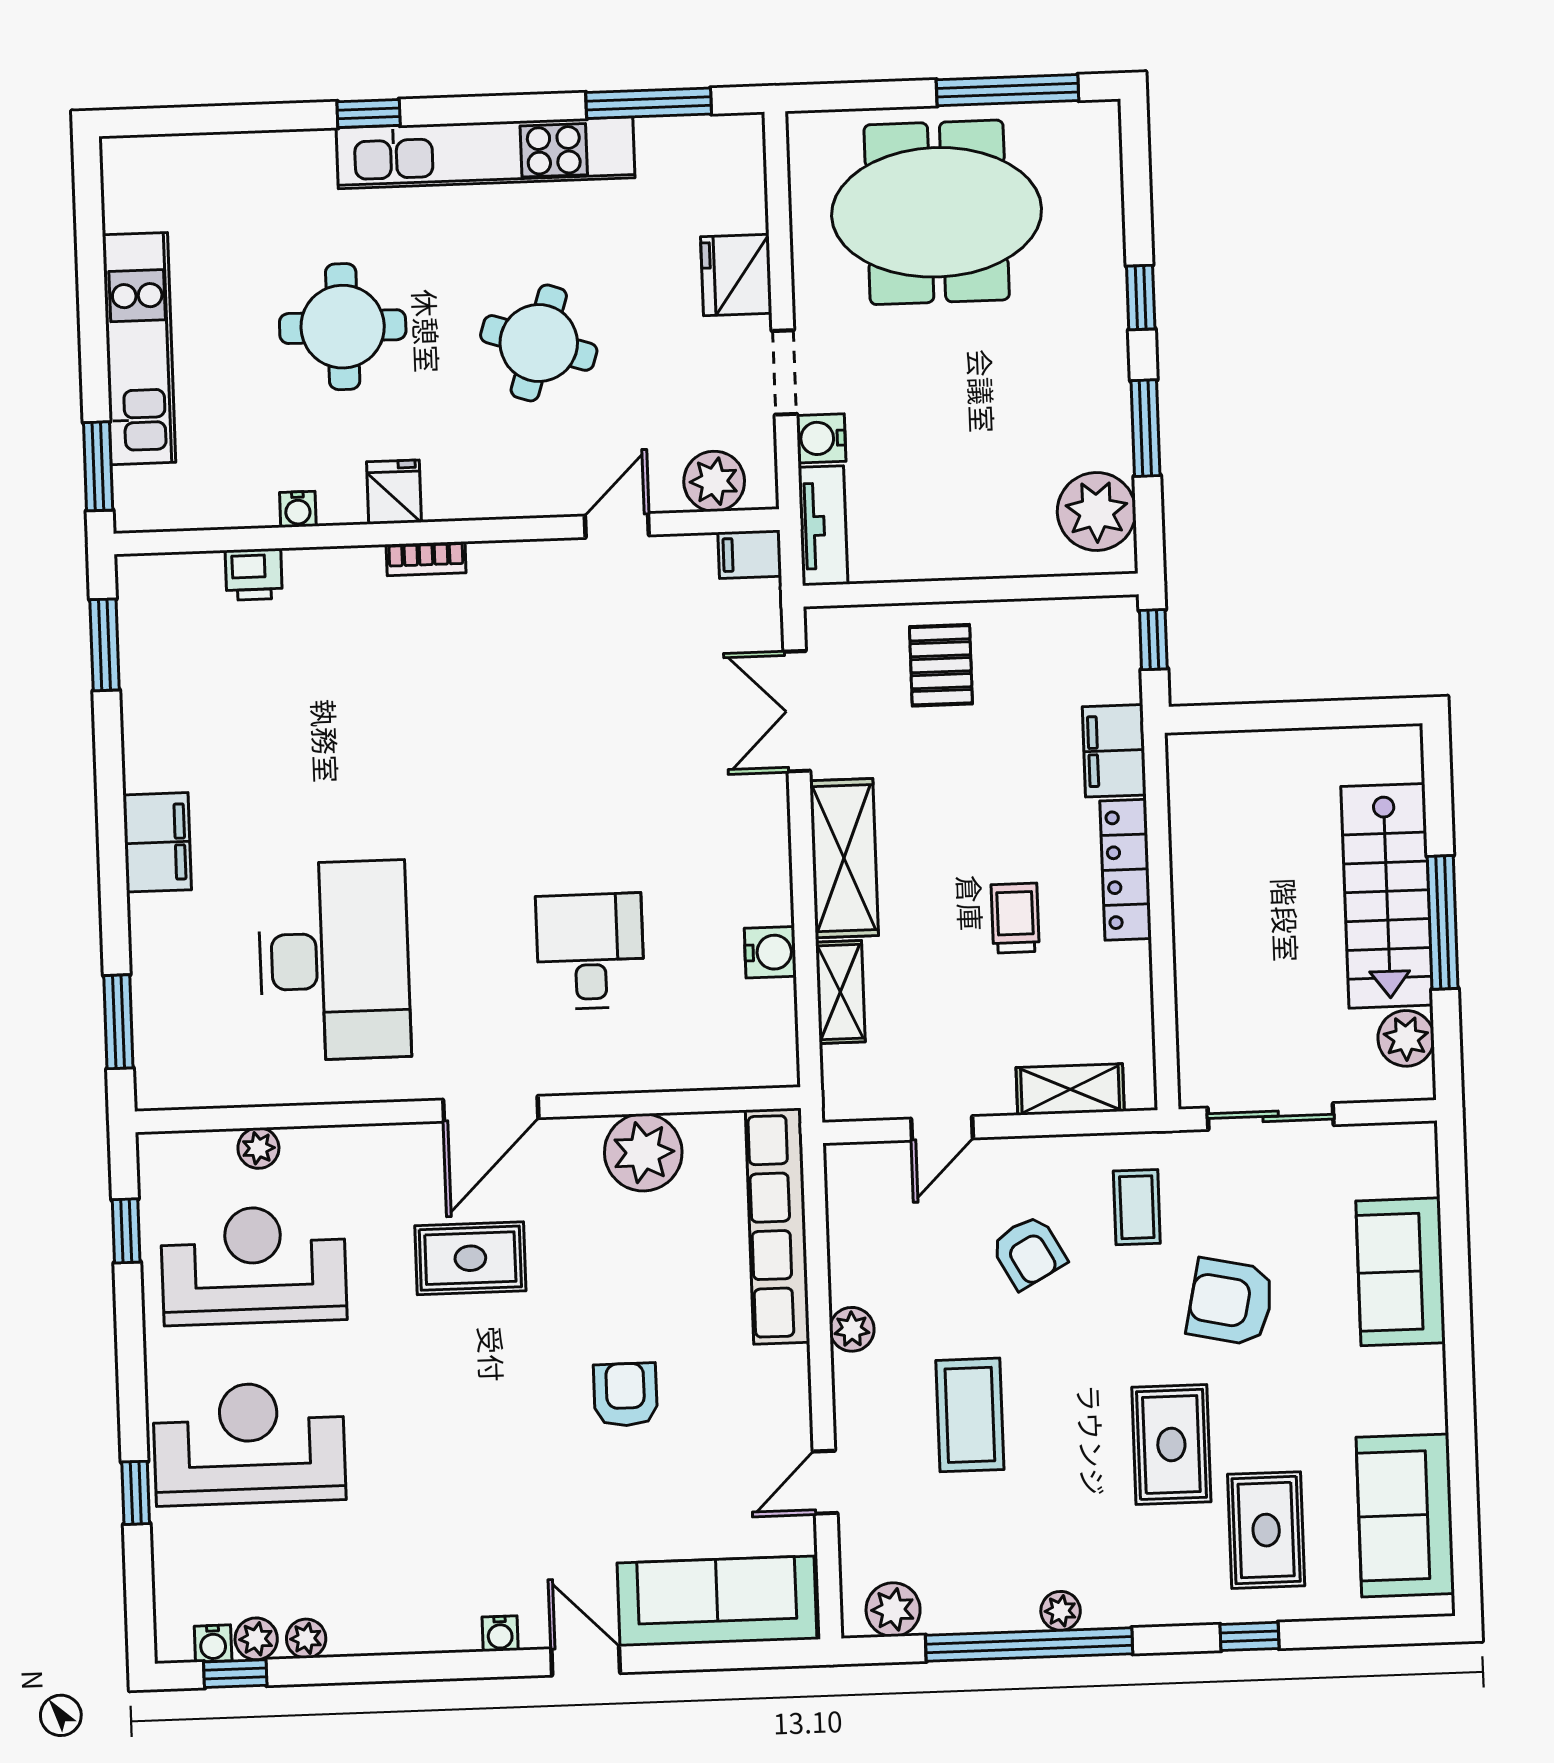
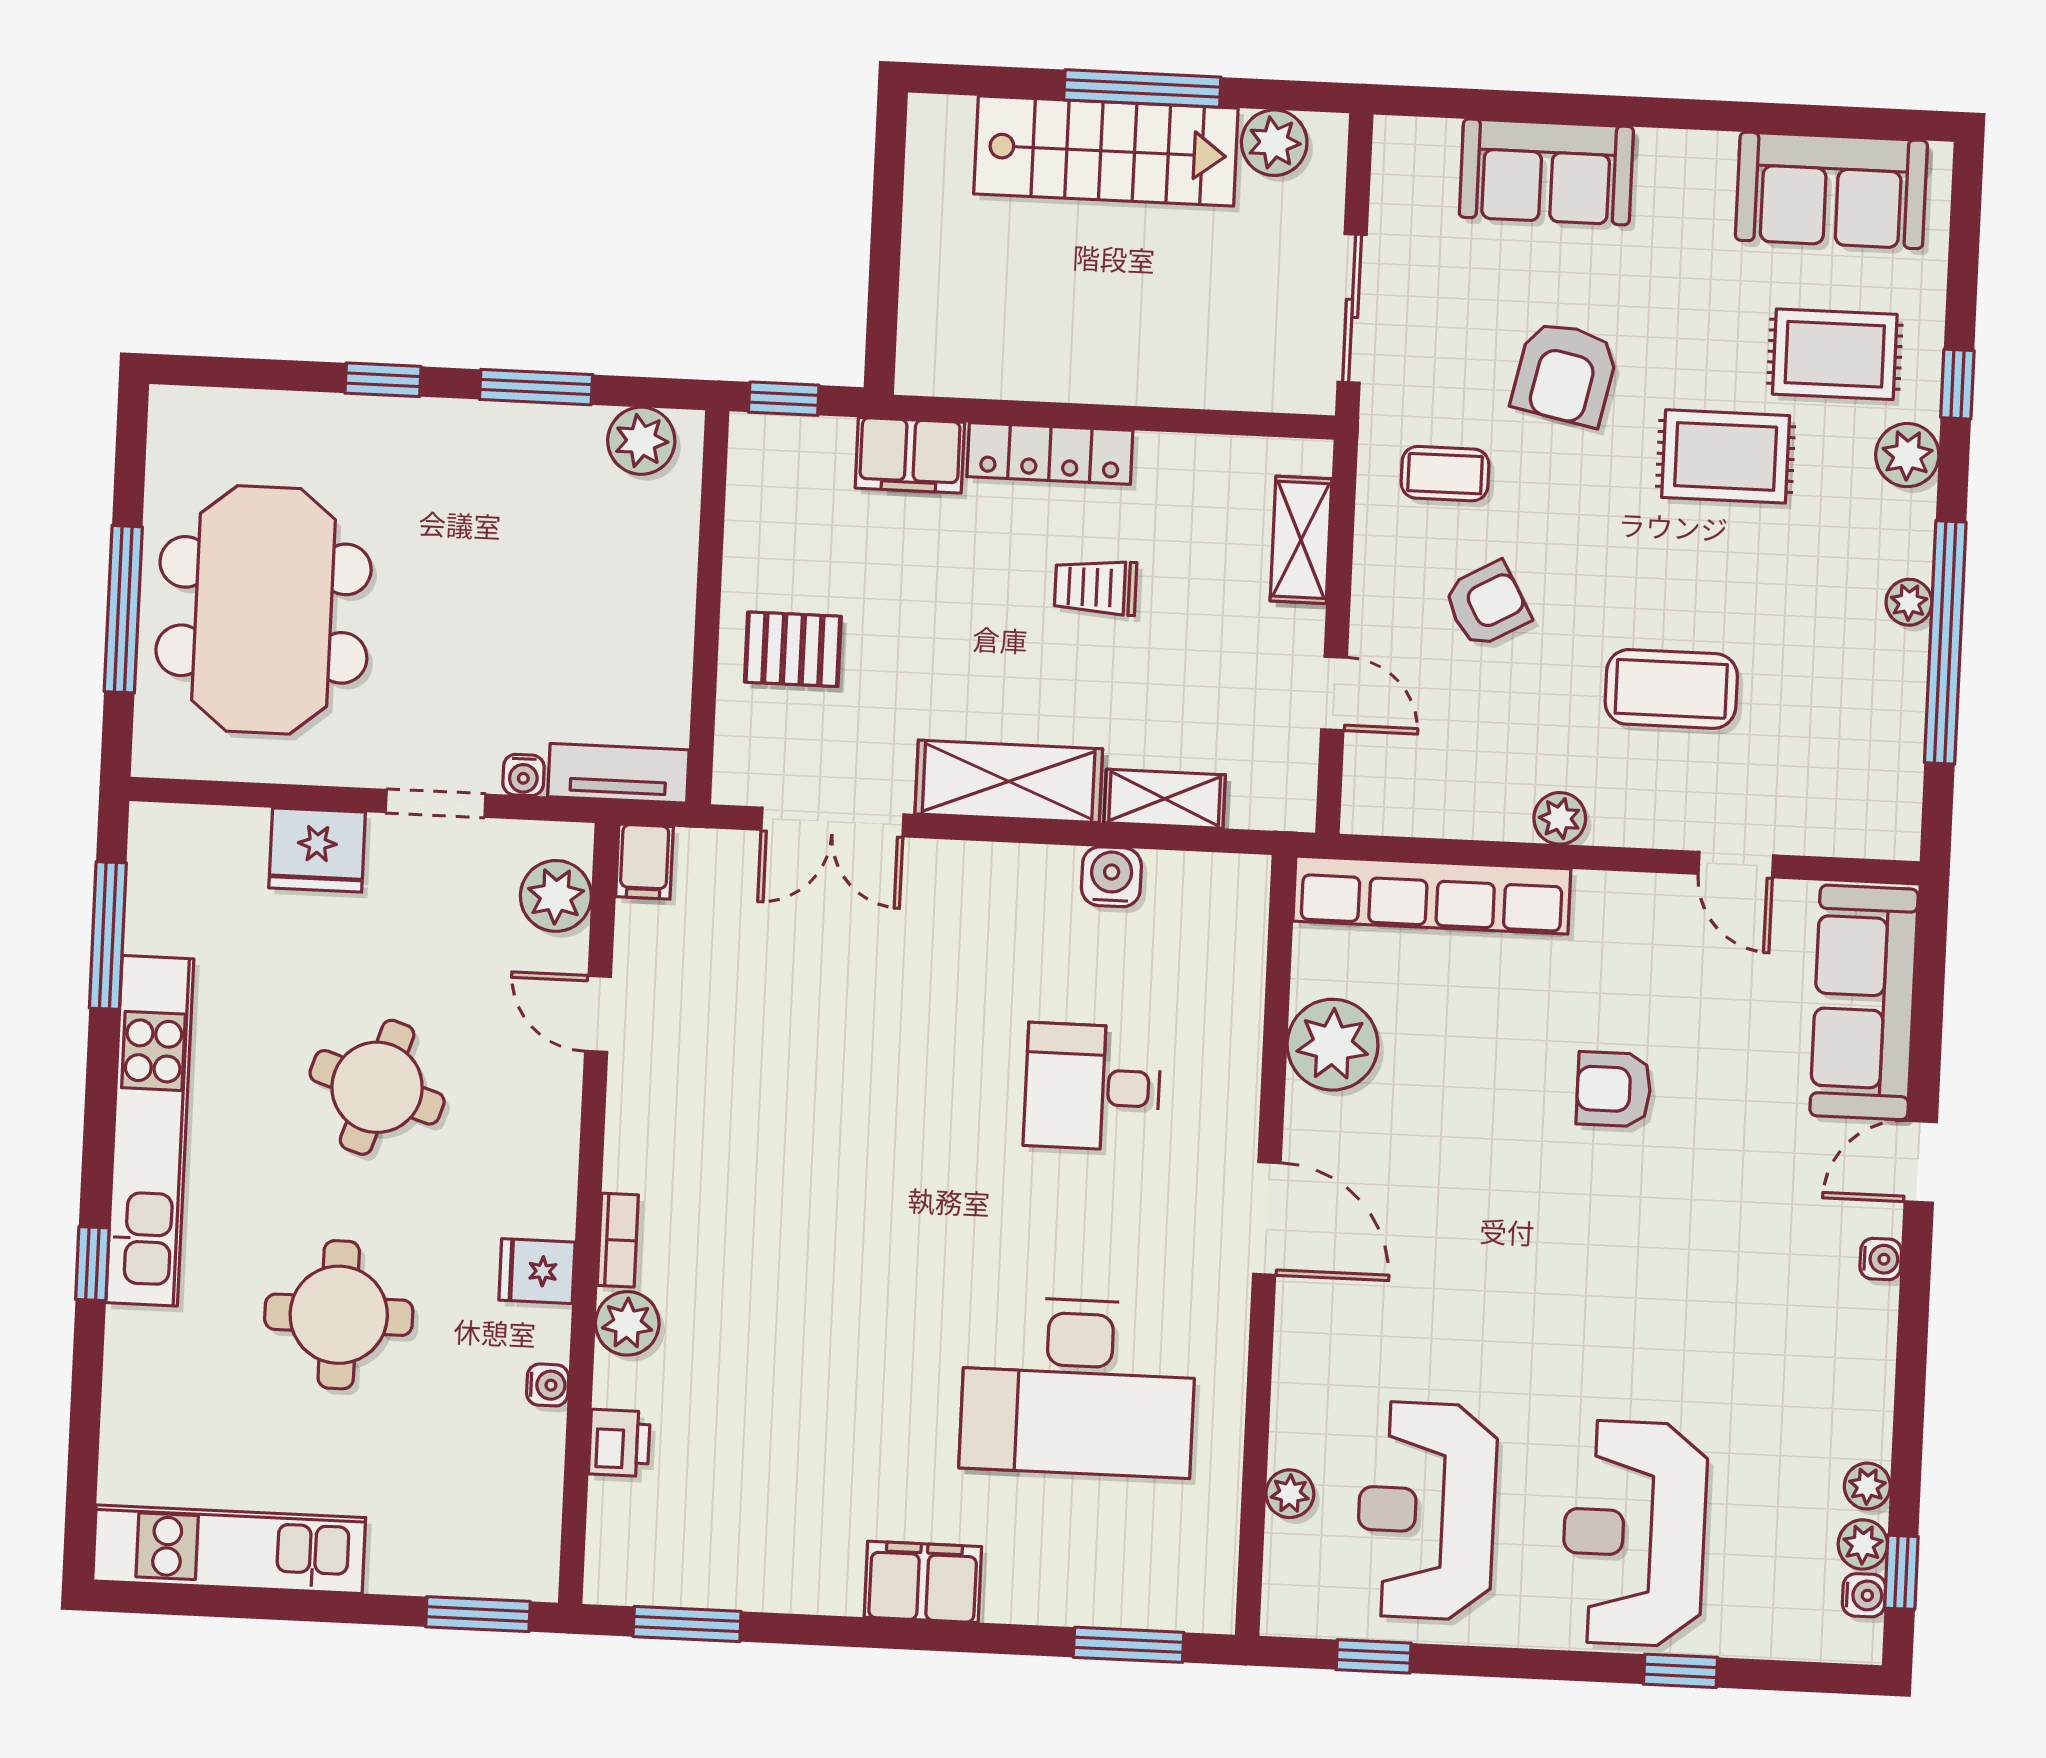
window: (1007, 90) -> (123, 609), moved
kitchen unit: (139, 349) -> (229, 1549), moved
water cooler: (821, 438) -> (523, 775), width x0.72, depth x0.72
plant: (1097, 511) -> (641, 441), width x0.73, depth x0.73
plant: (356, 573) -> (627, 1323), added
desk: (334, 961) -> (1078, 1387), turned 180
rug: (470, 1258) -> (1439, 1257), removed
plant: (893, 1610) -> (1907, 455), moved

